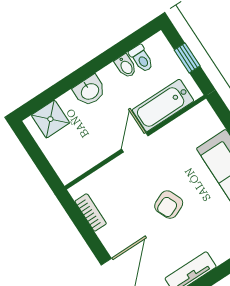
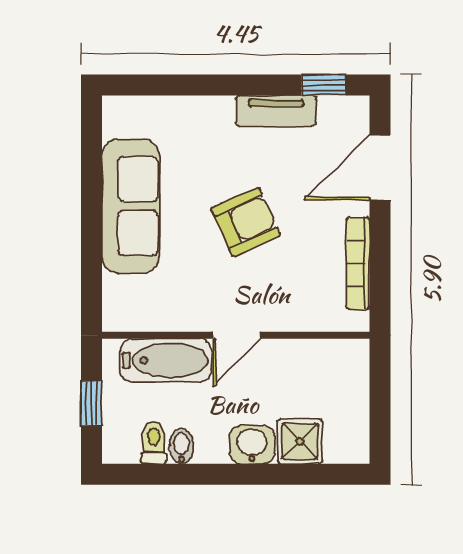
shower: (50, 119) -> (300, 441), moved
armchair: (169, 205) -> (246, 222), width x1.38, depth x1.38
bookcase: (91, 212) -> (358, 263), width x1.56

